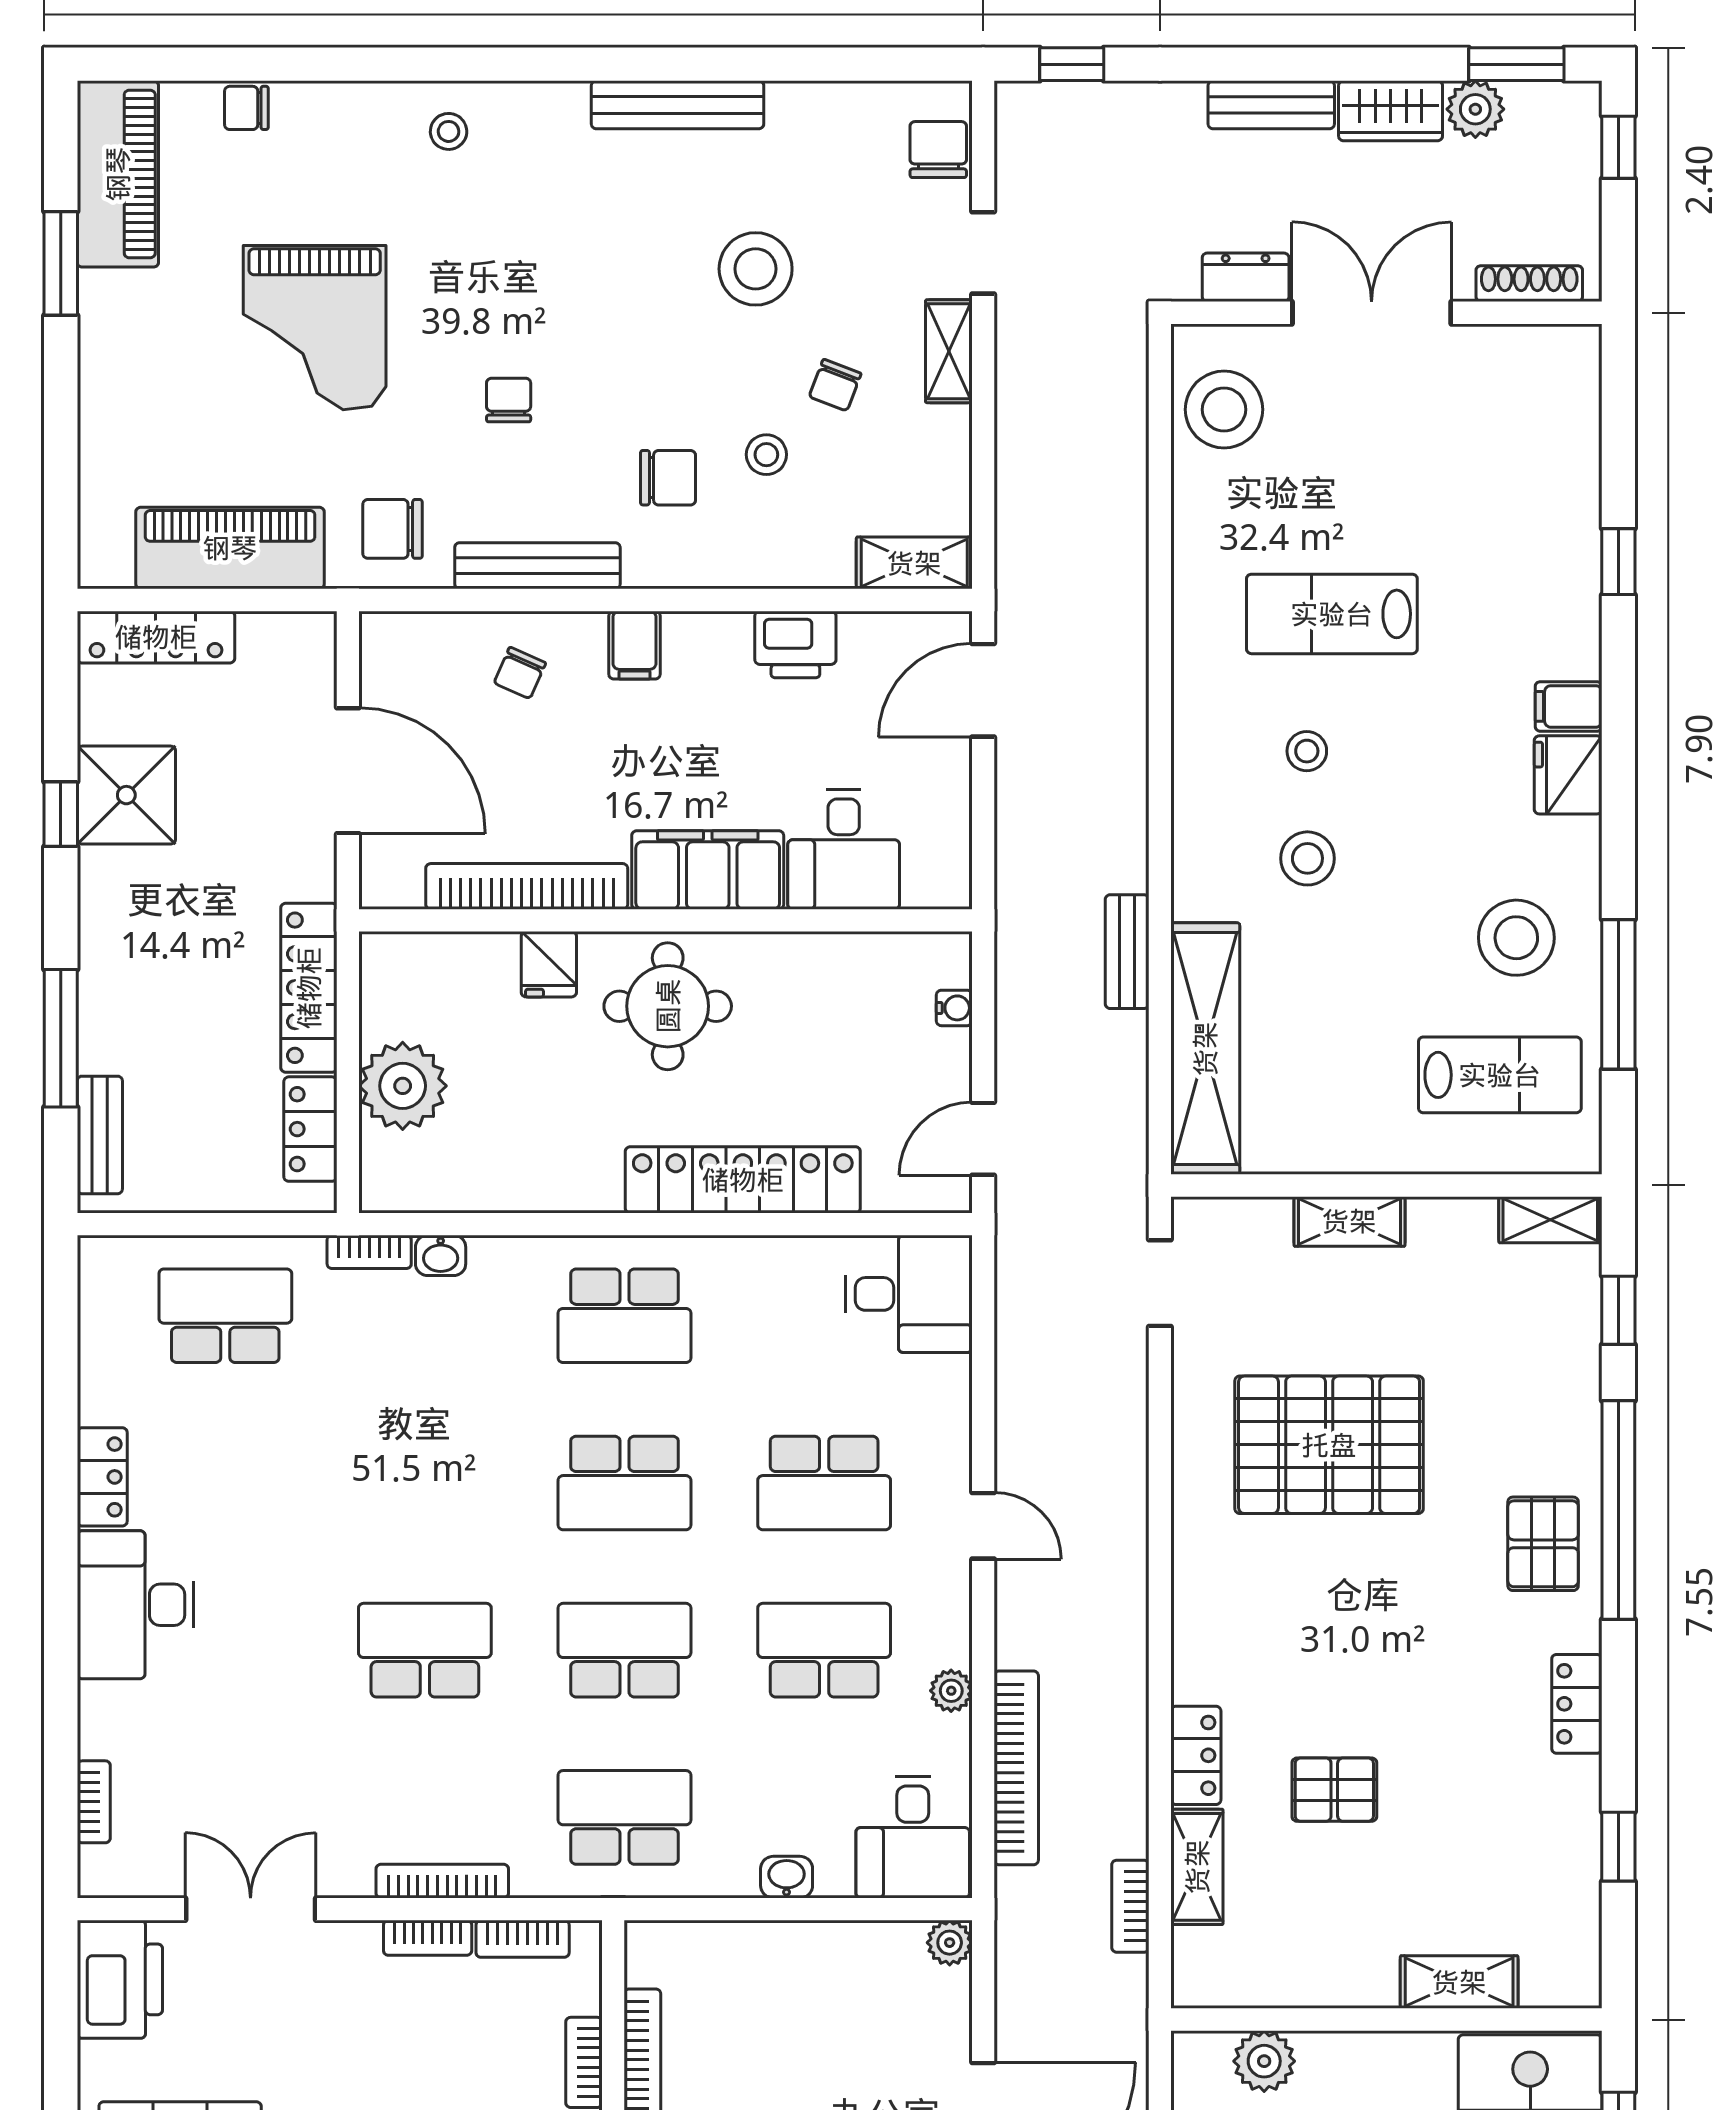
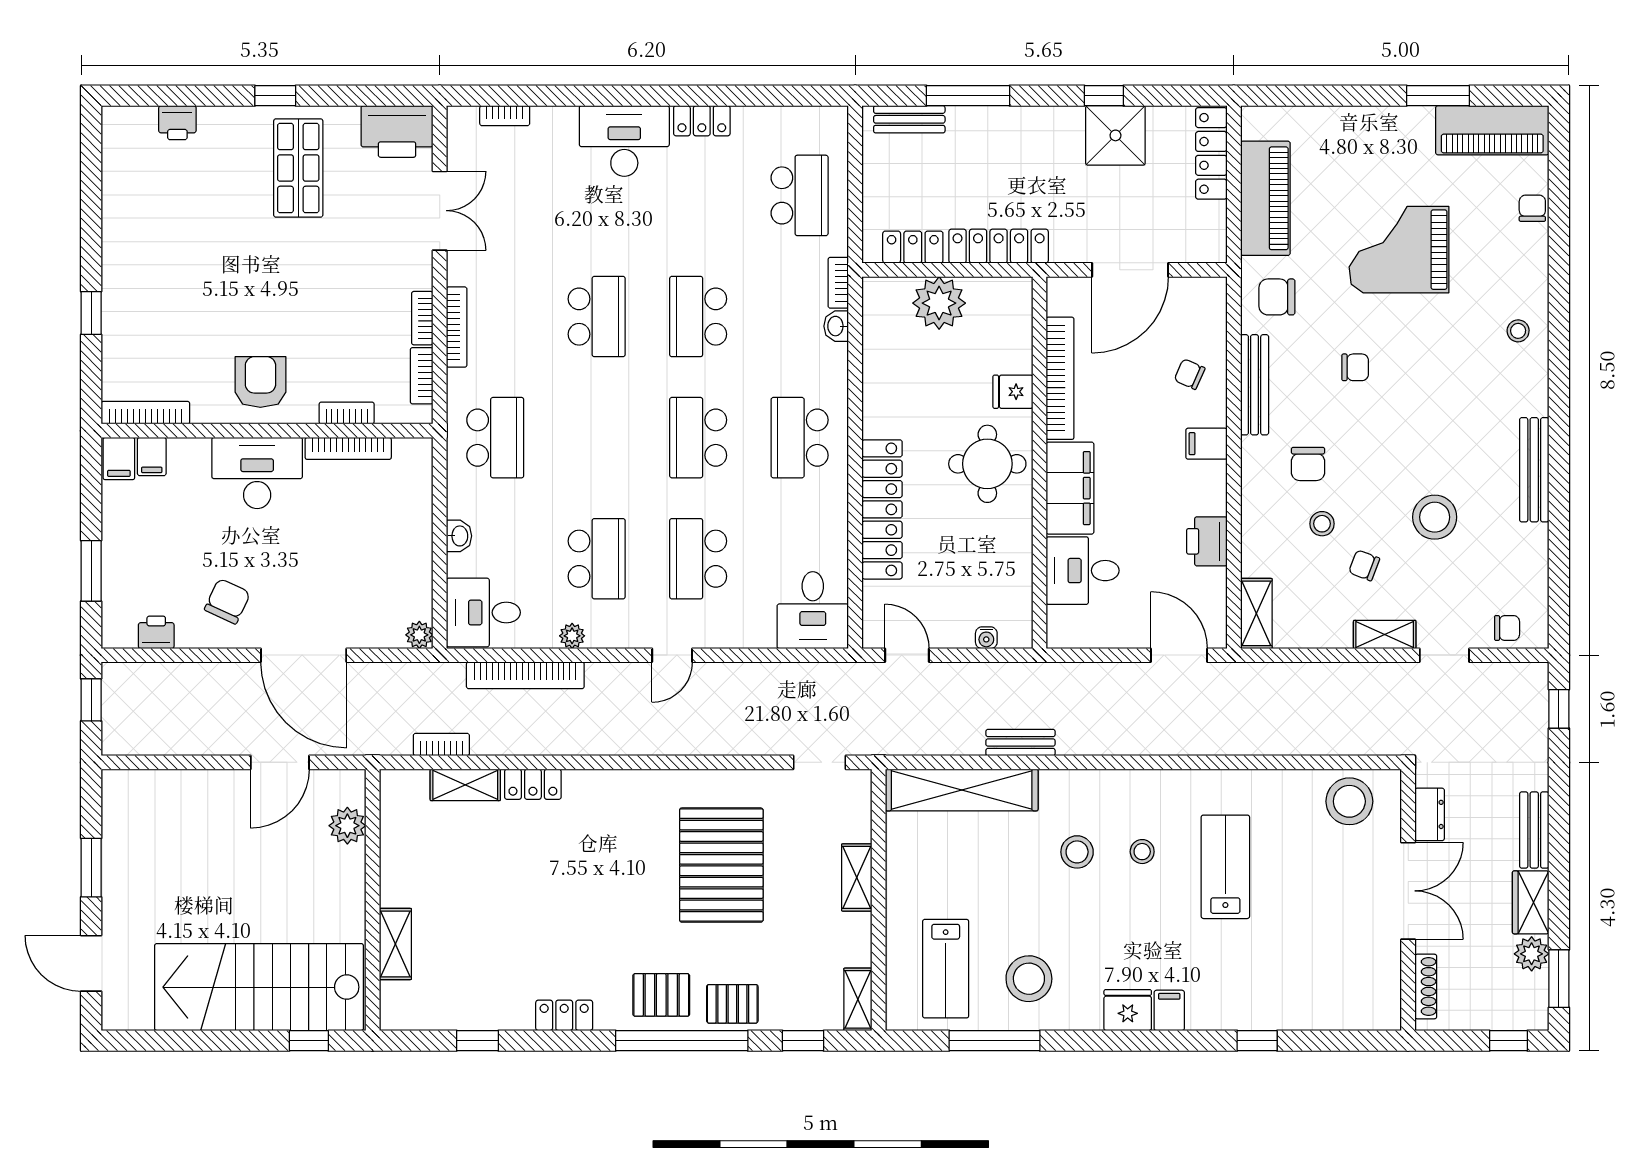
chair: (938, 150) -> (1507, 628), width x0.73, depth x0.73
chair: (393, 529) -> (1277, 297), turned -90
school desk: (625, 1650) -> (698, 317), moved, turned 180
pallet: (1334, 1790) -> (732, 1004), moved, turned 90

